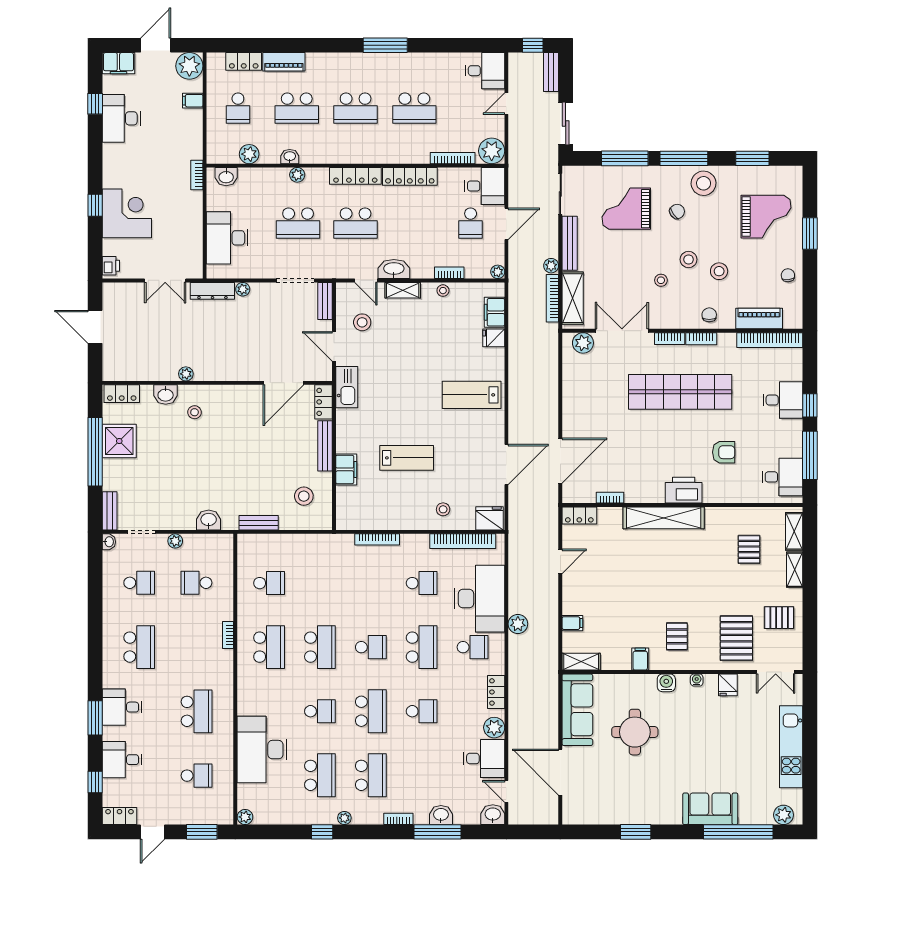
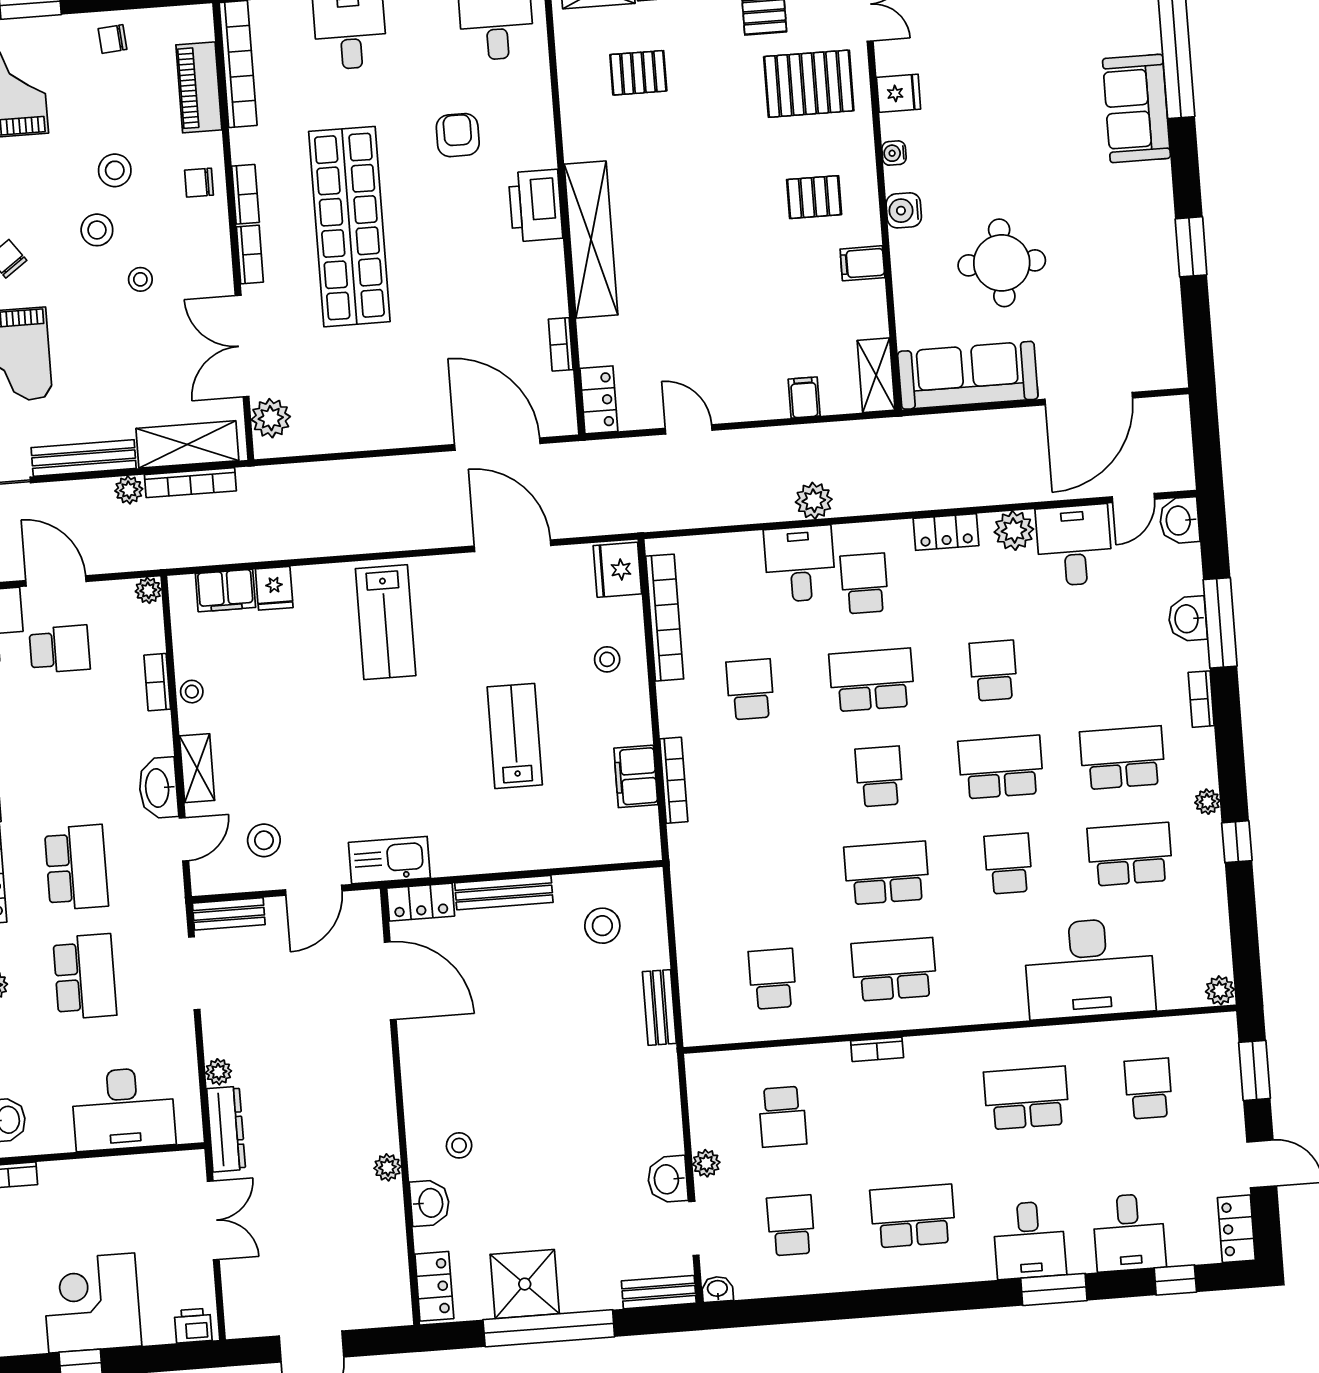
filing cabinet: (346, 469) -> (636, 776), moved, turned -90
washbasin: (209, 520) -> (668, 1179), moved
desk: (480, 599) -> (800, 564), width x0.53, depth x0.77

